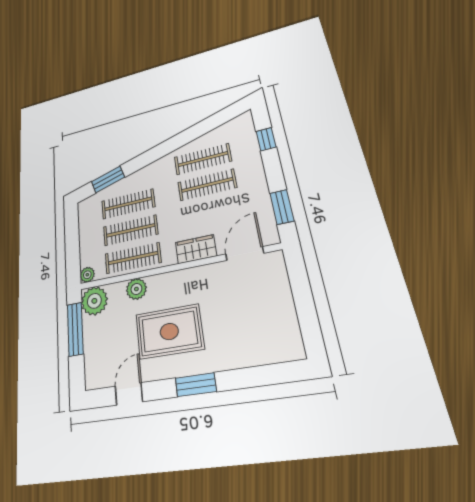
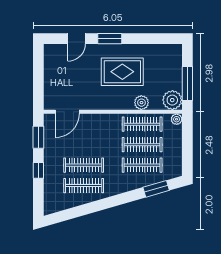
window: (266, 139) -> (38, 170), moved
wardrobe: (196, 249) -> (98, 121), removed
door: (129, 394) -> (77, 39), moved

